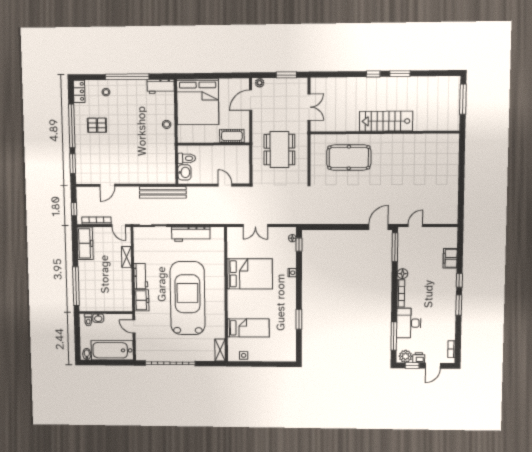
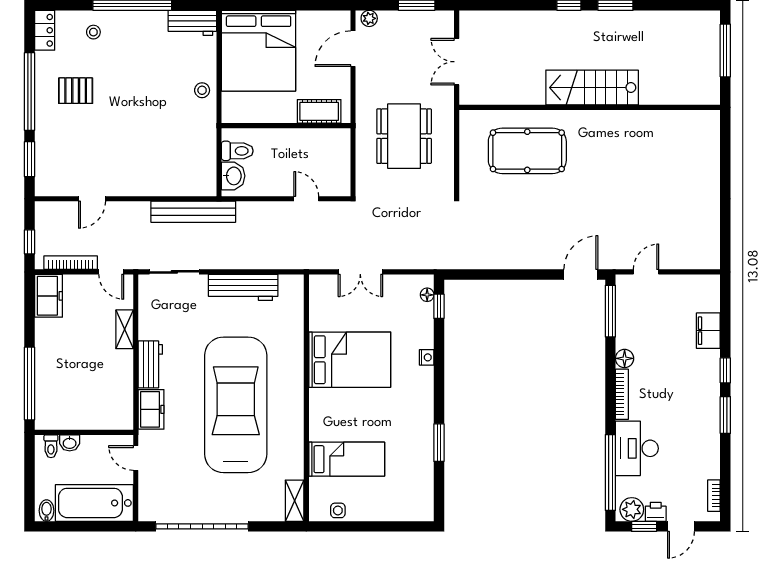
double door: (309, 107) -> (457, 62), swing flipped
freezer: (85, 243) -> (49, 296), width x0.71
window: (394, 336) -> (610, 472), width x1.46

